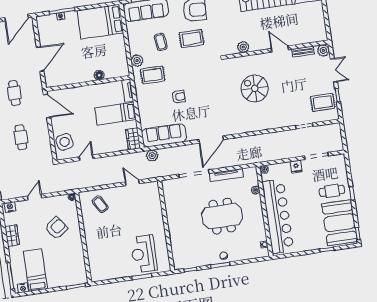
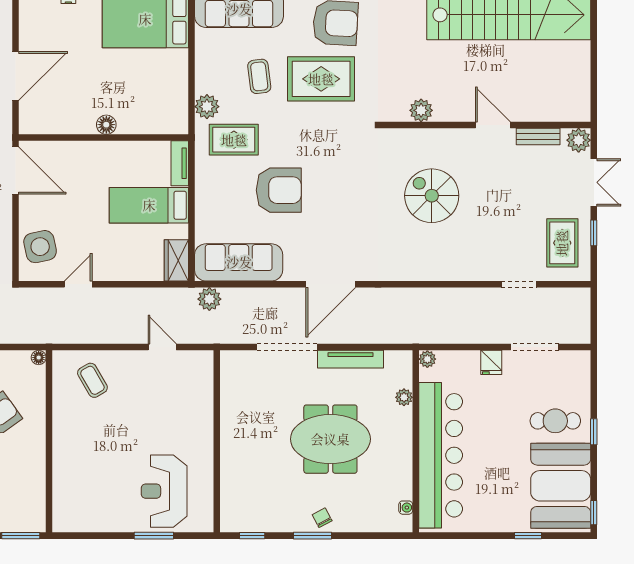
rug: (191, 39) -> (321, 79), width x1.36, depth x1.43
floor lamp: (99, 75) -> (106, 125), moved
armchair: (179, 97) -> (279, 190), width x1.88, depth x1.88
rug: (323, 102) -> (562, 243), turned 90

